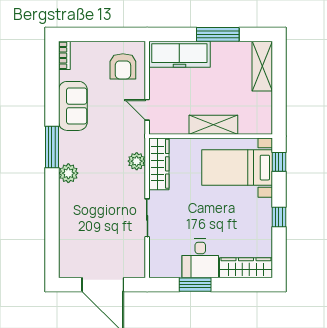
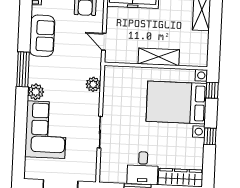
wardrobe: (159, 164) -> (112, 87), removed
bed with nightstands: (237, 168) -> (176, 102), width x1.36
corner sofa: (83, 218) -> (46, 130), added

